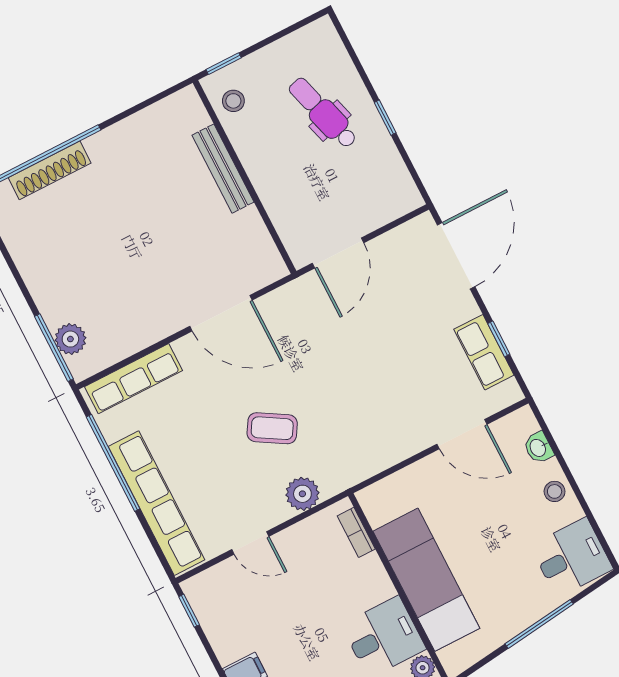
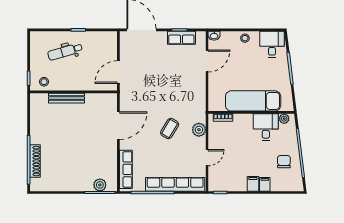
door: (338, 253) -> (118, 72), swing flipped
washbasin: (538, 448) -> (214, 36), moved

